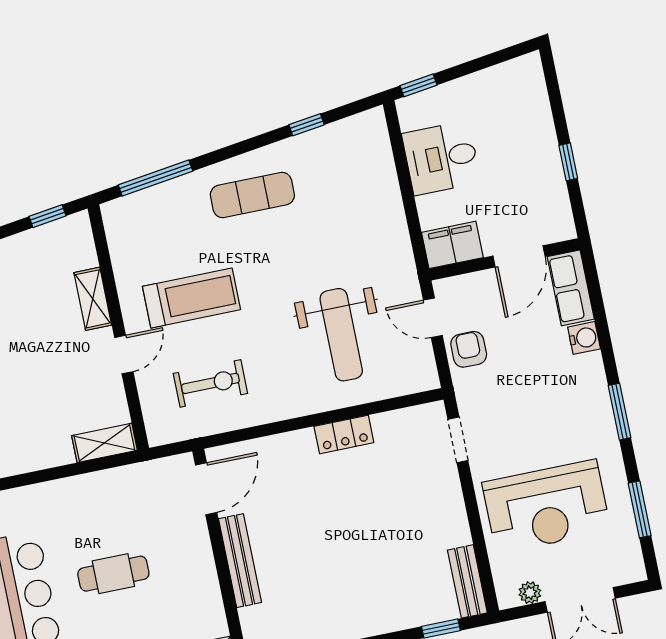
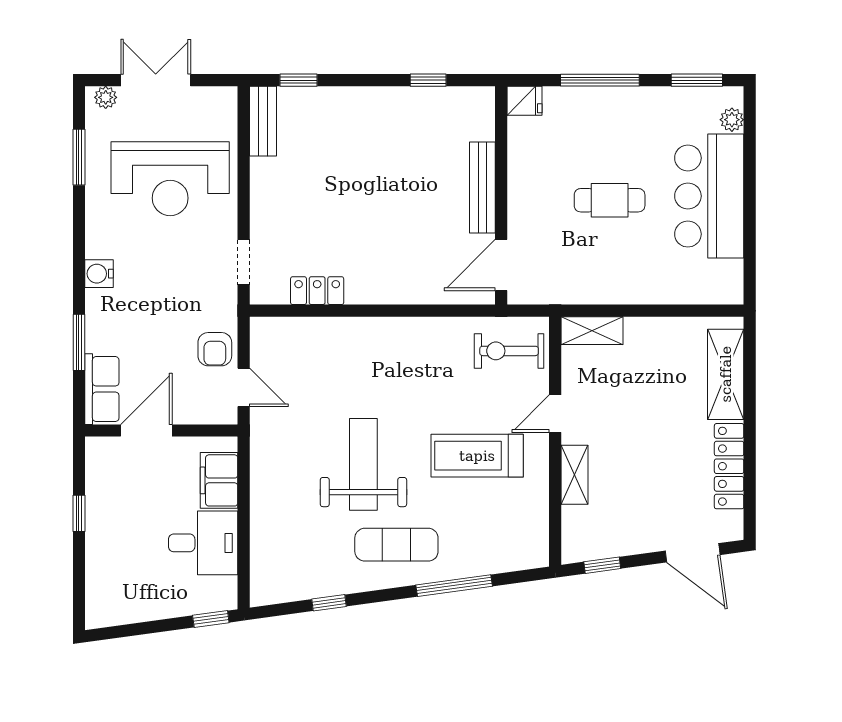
window: (156, 178) -> (454, 586), moved
filing cabinet: (452, 245) -> (219, 480), moved, turned 90
weight bench: (341, 335) -> (363, 464), moved
water cooler: (584, 338) -> (99, 274), moved
exercise bike: (210, 383) -> (509, 351), moved
window: (620, 412) -> (79, 342), moved
locker: (344, 434) -> (317, 291), moved
reception desk: (546, 507) -> (170, 179), turned 180
plant: (530, 593) -> (106, 97), moved

